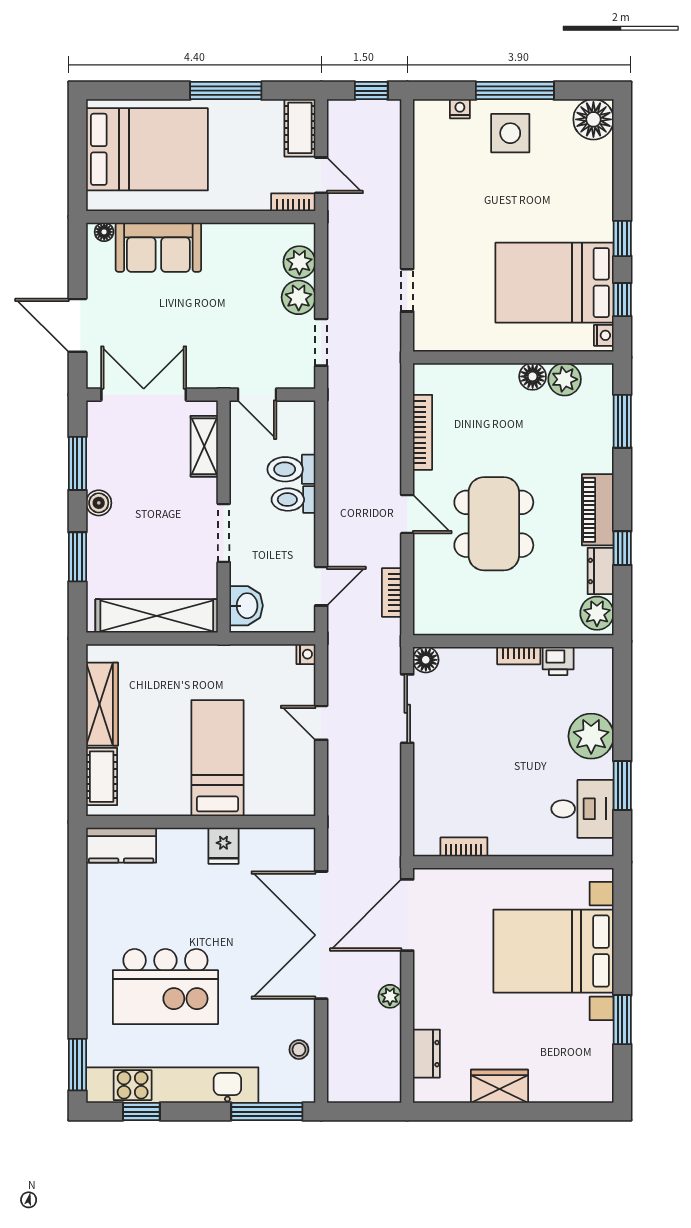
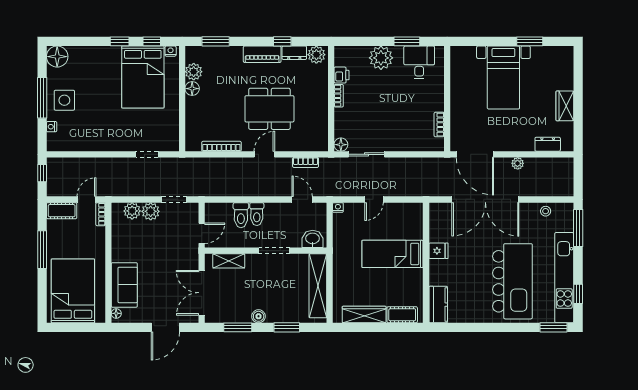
bed with nightstands: (554, 951) -> (503, 77), width x0.73
kitchen island: (165, 987) -> (512, 281), width x1.37

